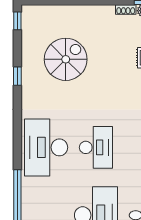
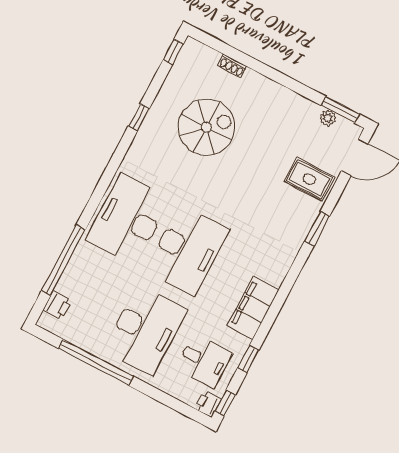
shoe rack: (126, 9) -> (232, 66), moved
desk: (96, 147) -> (187, 250), width x1.36, depth x1.30

